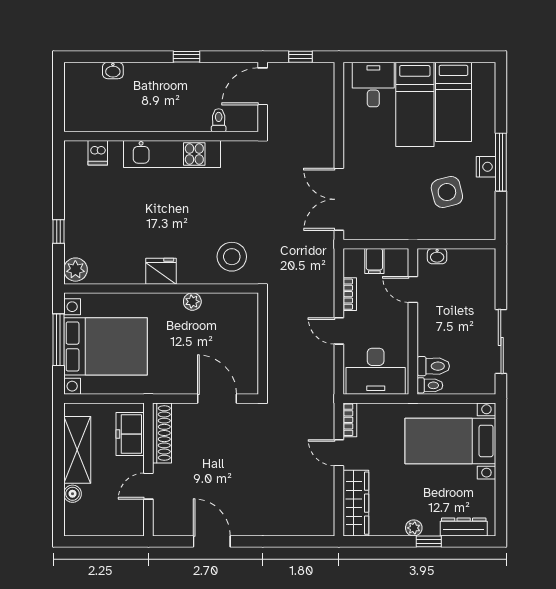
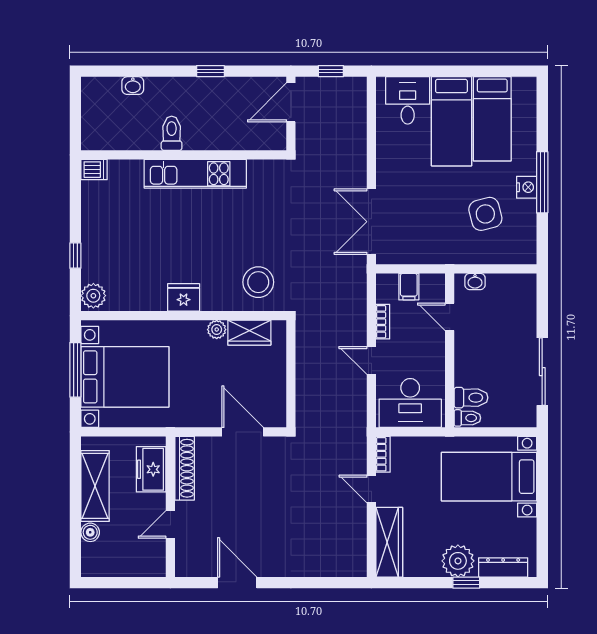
toilet: (219, 120) -> (172, 133), moved, width x1.37, depth x1.39
dishwasher: (98, 153) -> (94, 170), moved, turned -90
wardrobe: (223, 305) -> (249, 333), added
plant: (414, 528) -> (458, 561), width x1.87, depth x1.87

